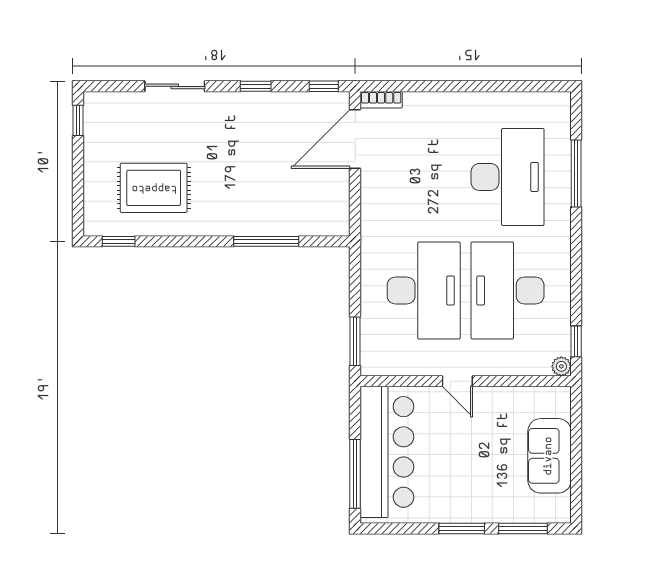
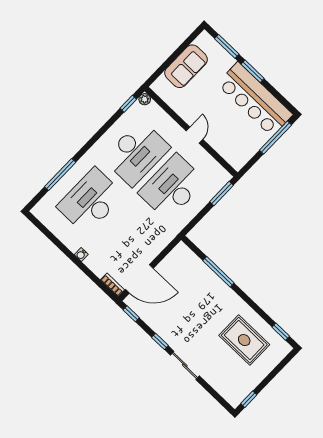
sliding door: (175, 86) -> (185, 365), moved
water cooler: (455, 100) -> (81, 255), added
bar counter: (387, 452) -> (255, 99), moved, turned -90

